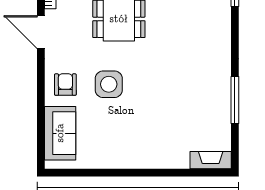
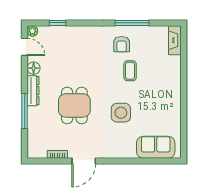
armchair: (65, 85) -> (122, 44), moved, turned -90
coffee table: (168, 97) -> (130, 71), added

